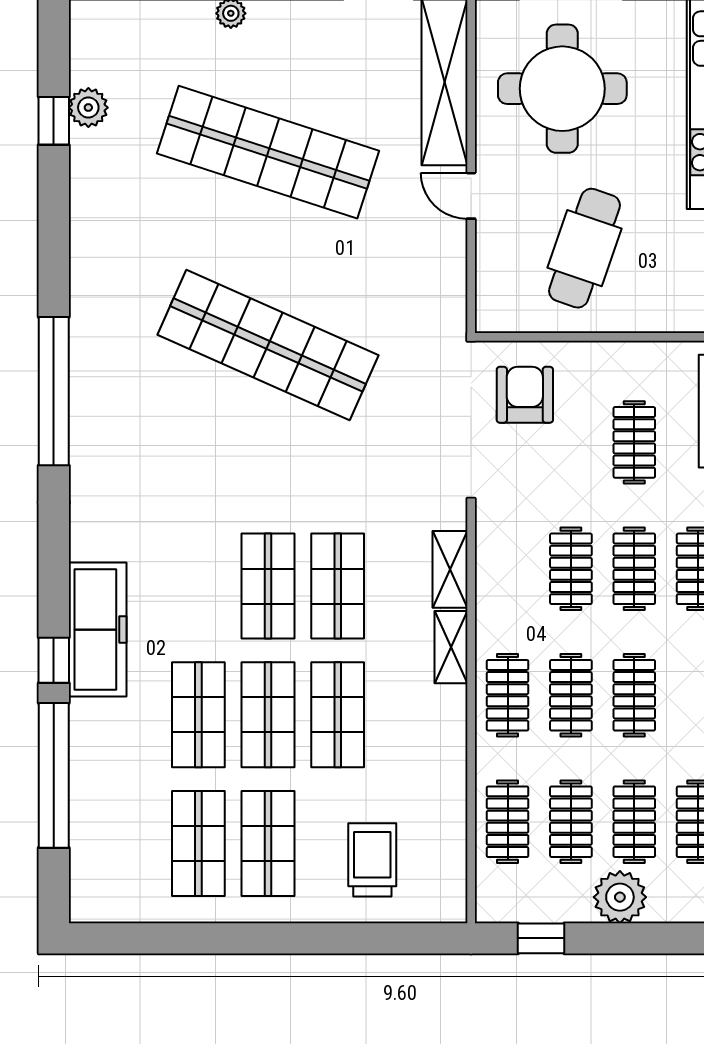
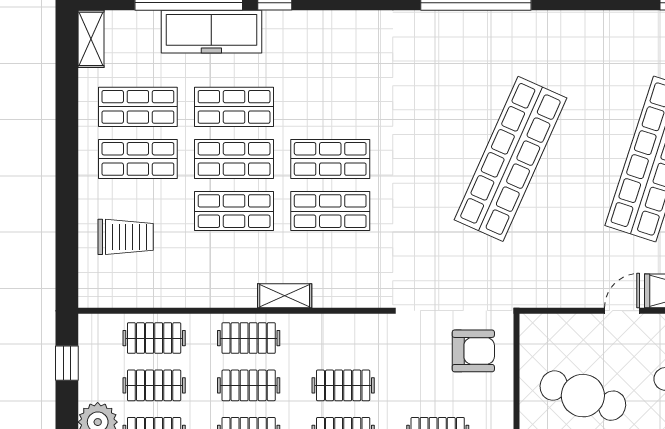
shelving: (450, 569) -> (91, 39), moved, turned 90
freezer: (98, 630) -> (211, 32), moved

